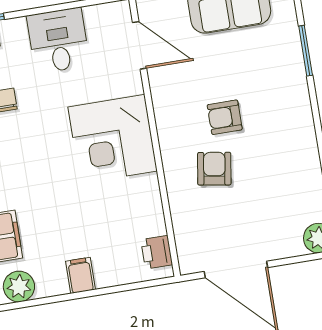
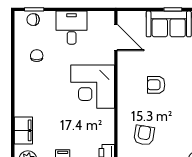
armchair: (214, 169) -> (144, 135), moved

